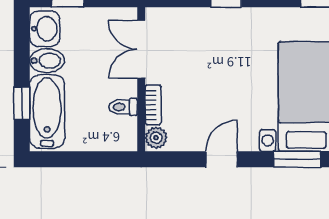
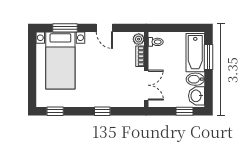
window: (22, 103) -> (208, 57), width x1.50
toilet: (123, 107) -> (156, 42), moved
door: (222, 159) -> (104, 28), hinge flipped

